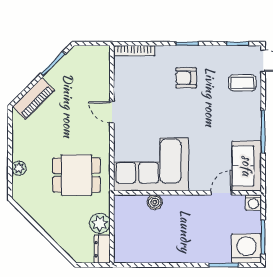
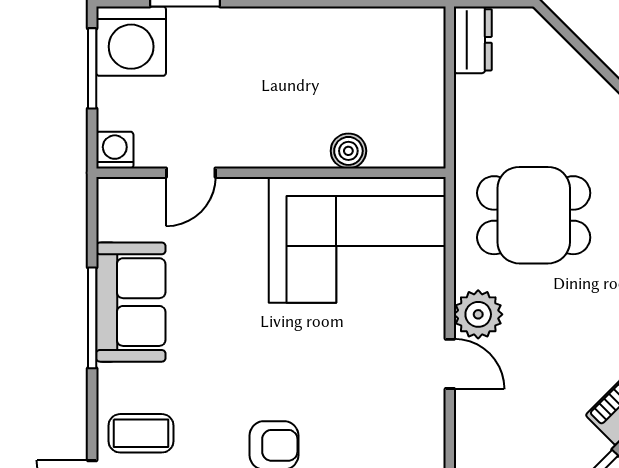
sofa: (247, 166) -> (131, 302), moved
plant: (100, 223) -> (478, 314), moved

